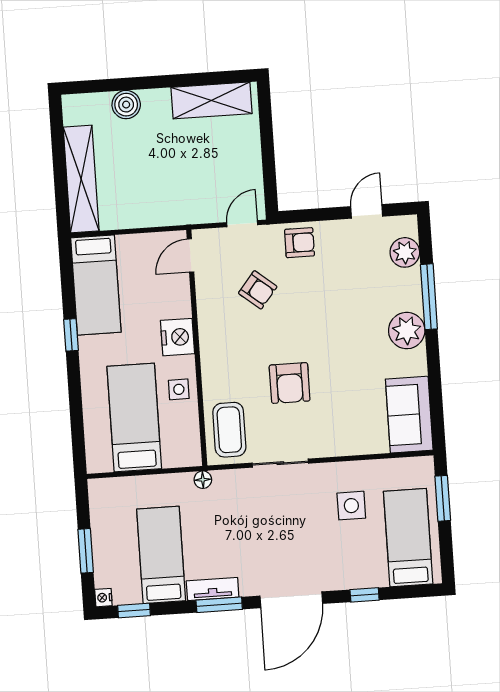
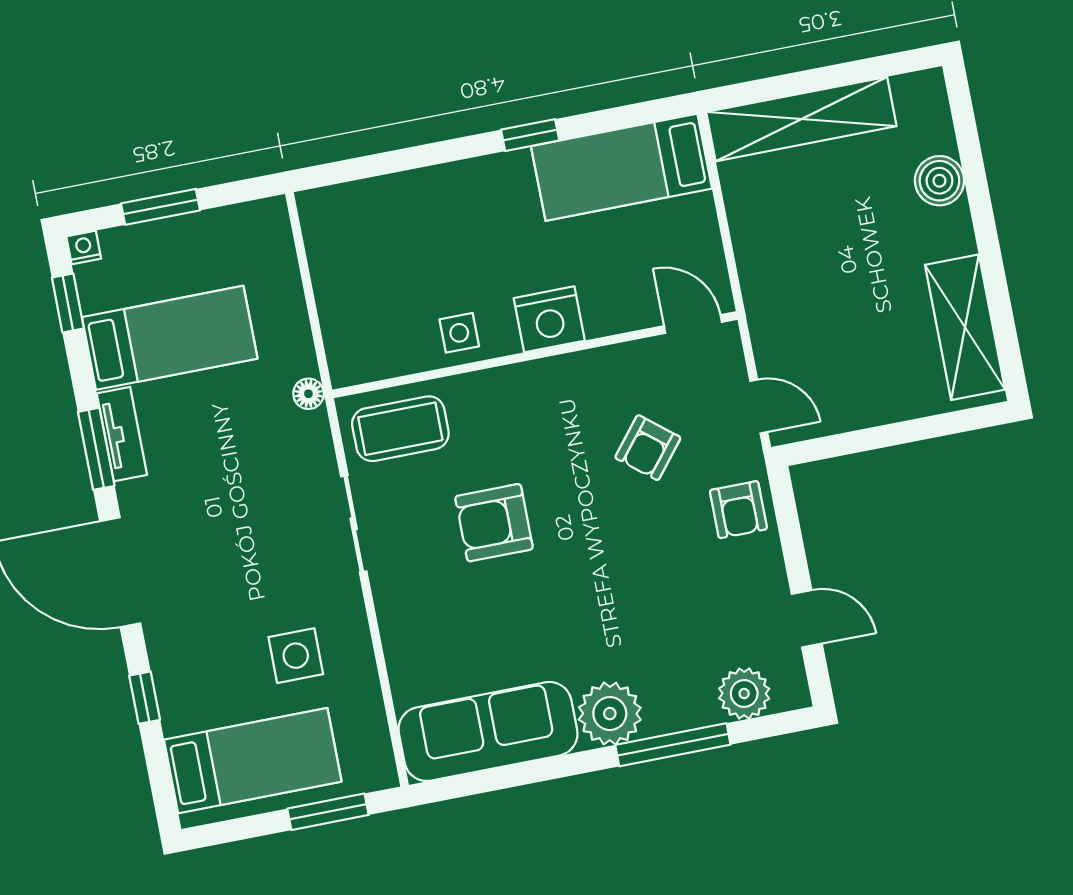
sofa: (409, 415) -> (488, 731), width x1.36
bed: (134, 418) -> (401, 262), removed

